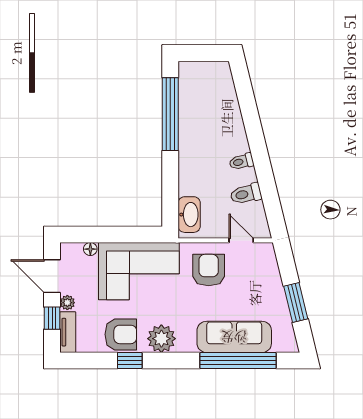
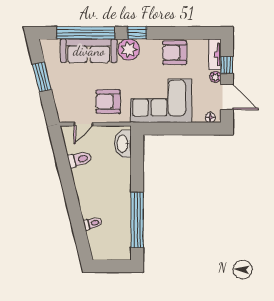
toilet: (241, 162) -> (93, 223), moved
door: (241, 240) -> (83, 124), hinge flipped
floor lamp: (90, 249) -> (210, 117), moved
armchair: (209, 270) -> (108, 102), turned 90
plant: (161, 339) -> (129, 49), moved
window: (130, 361) -> (137, 33), moved

